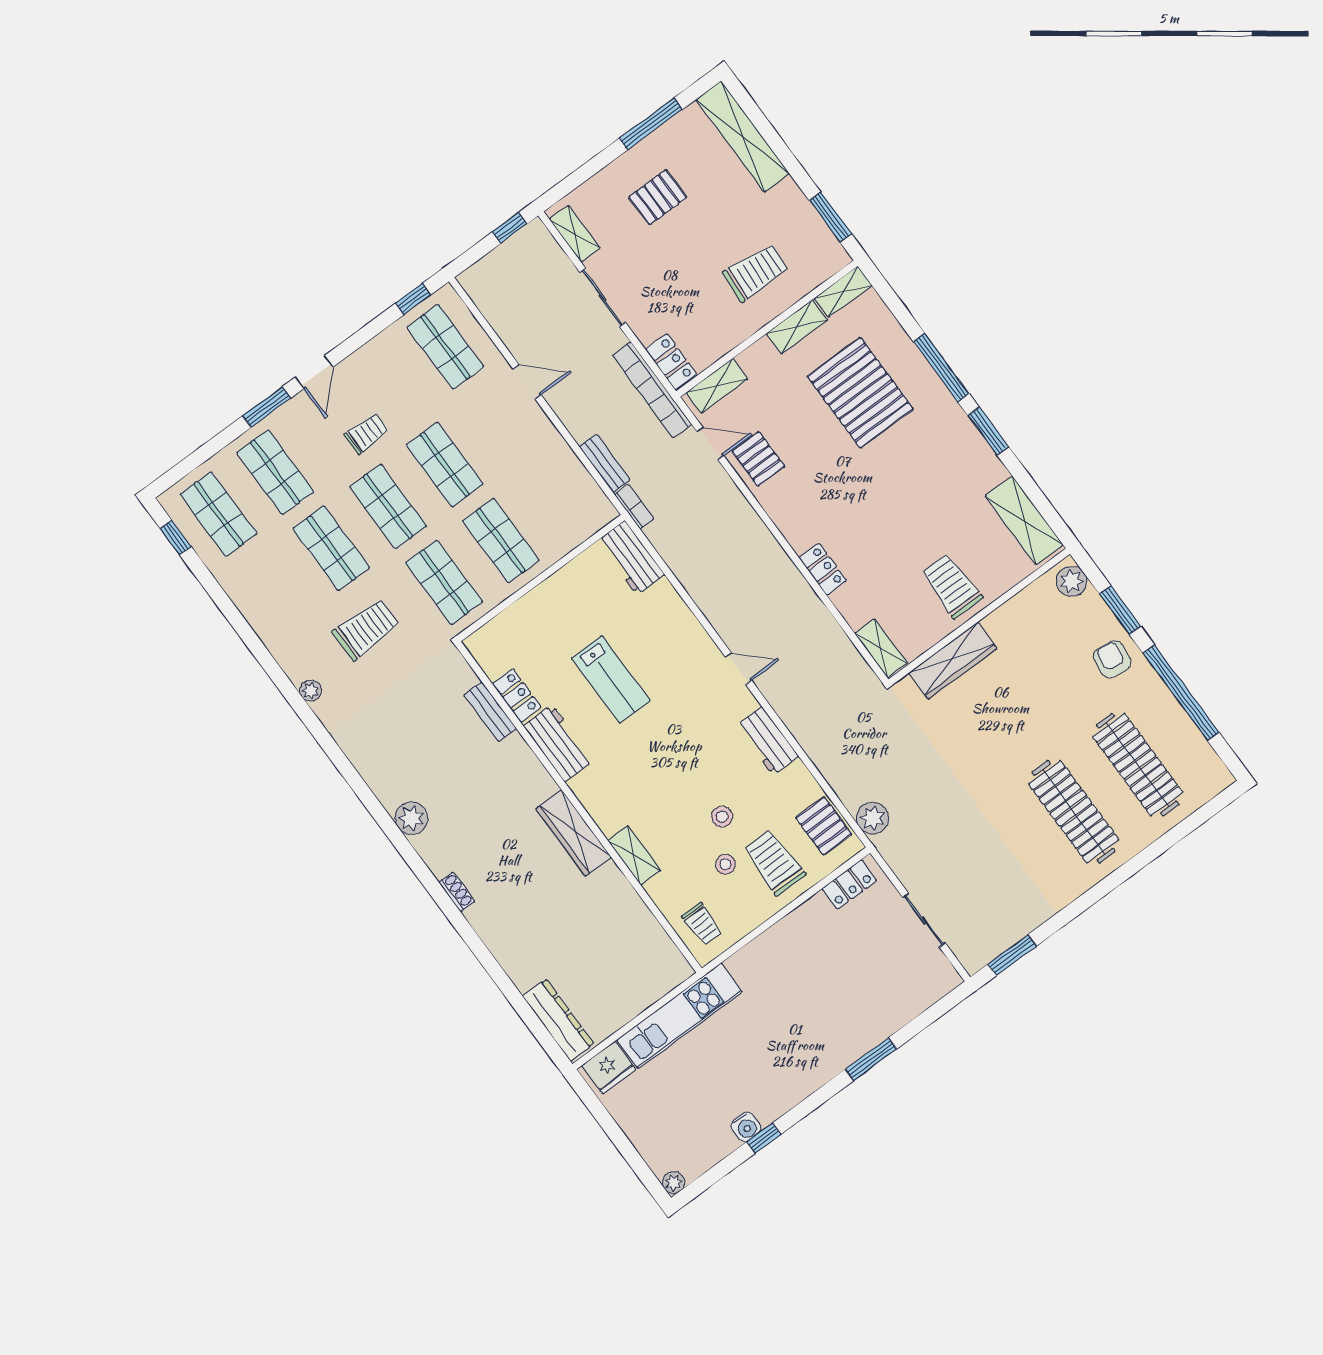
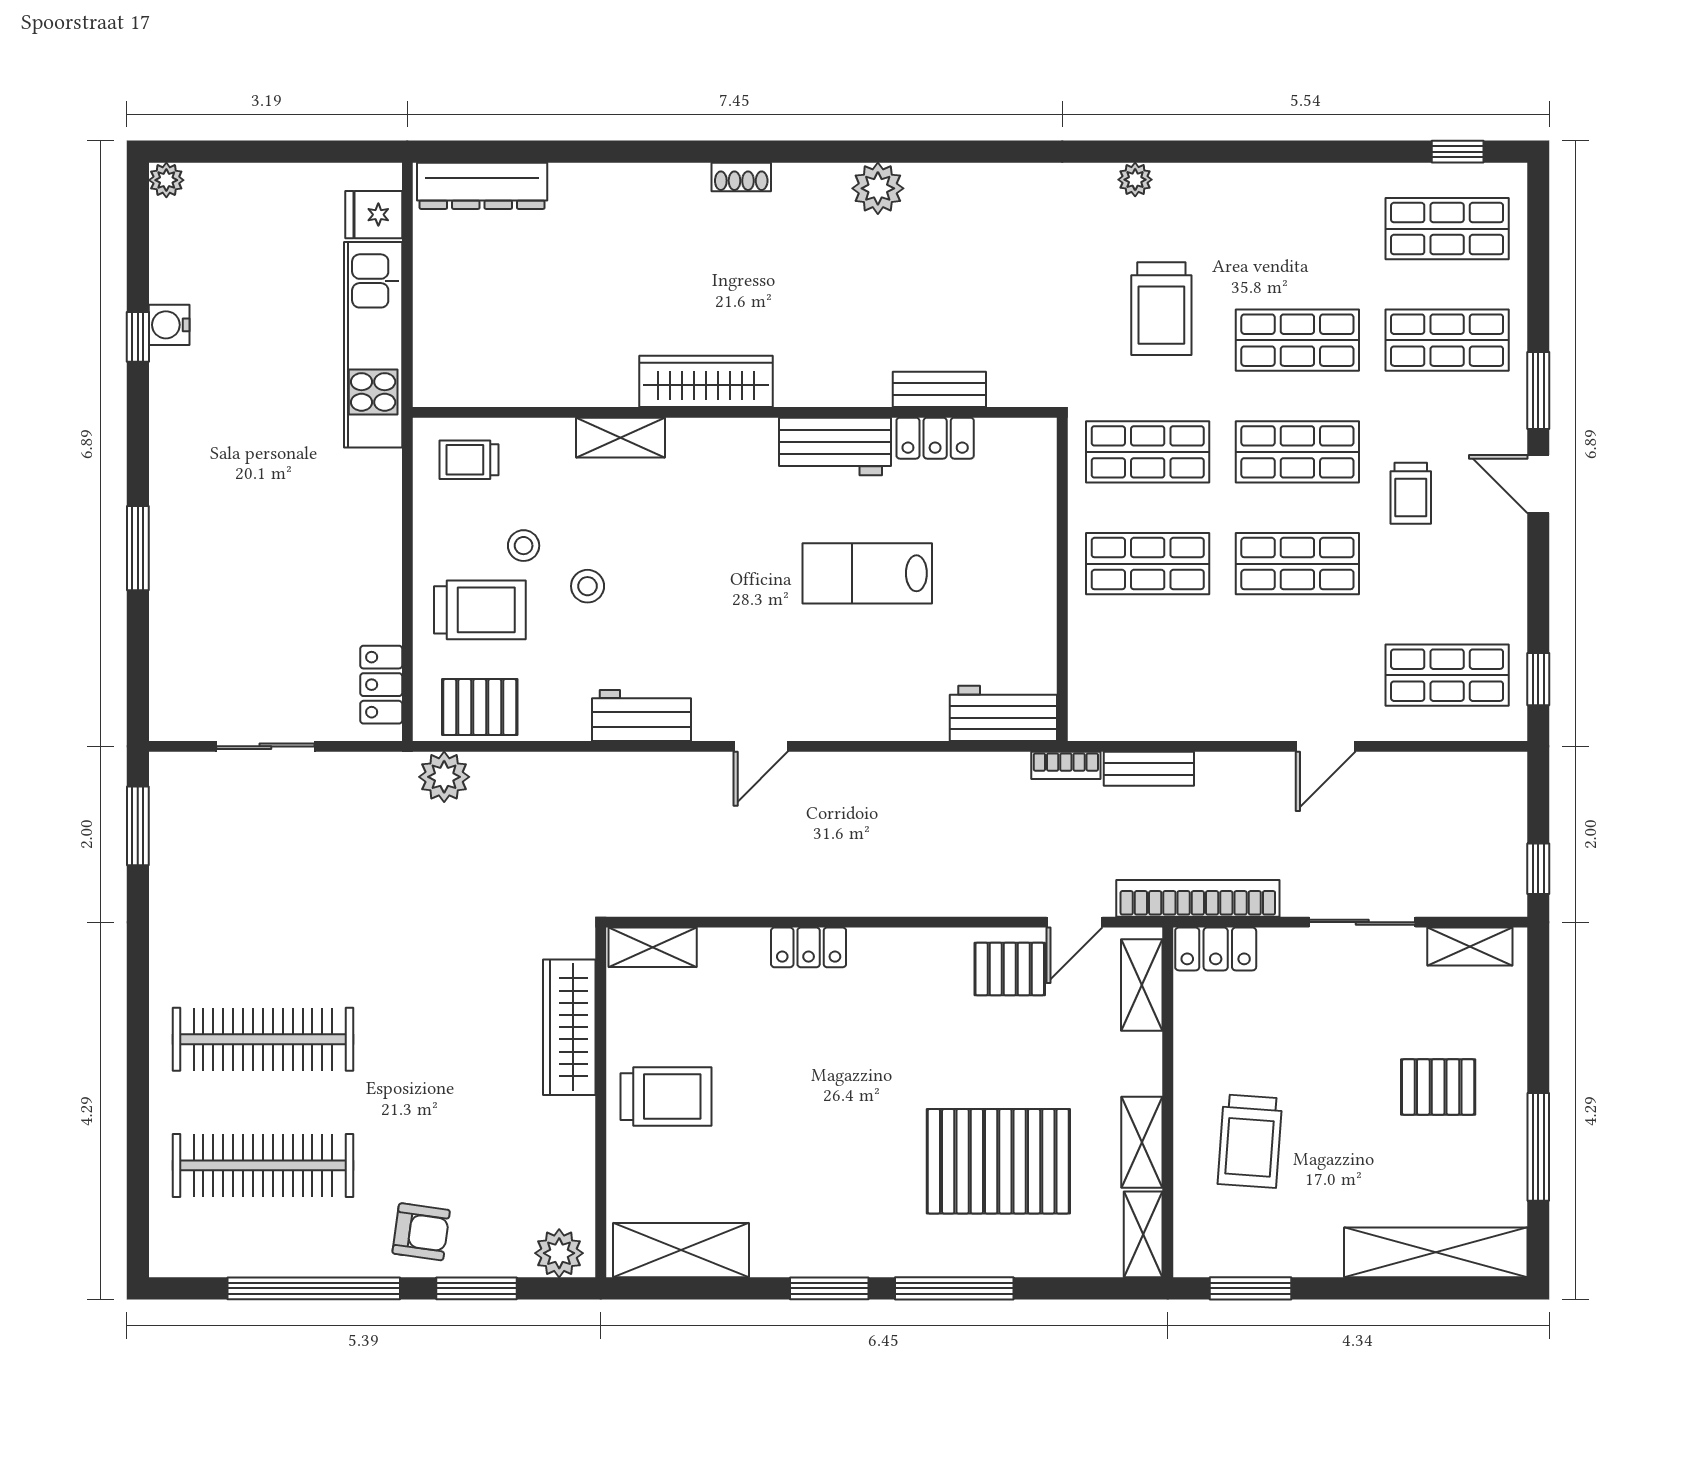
pallet: (658, 197) -> (1438, 1087), turned 90
fridge: (609, 1068) -> (374, 215), width x0.72

